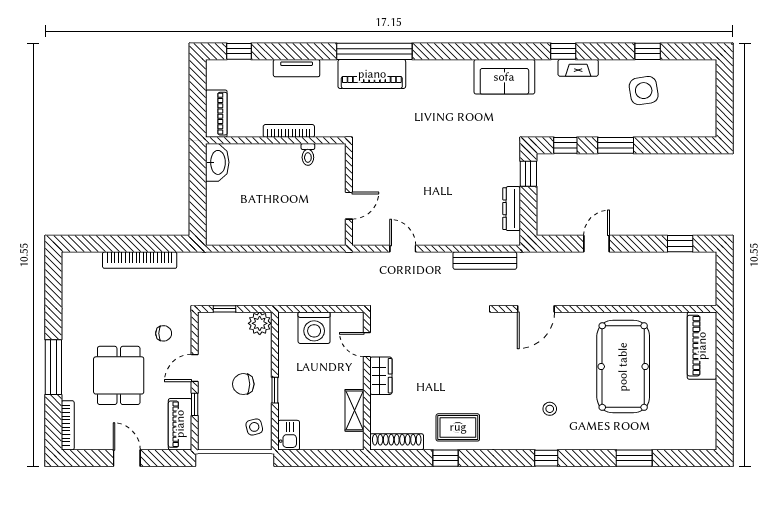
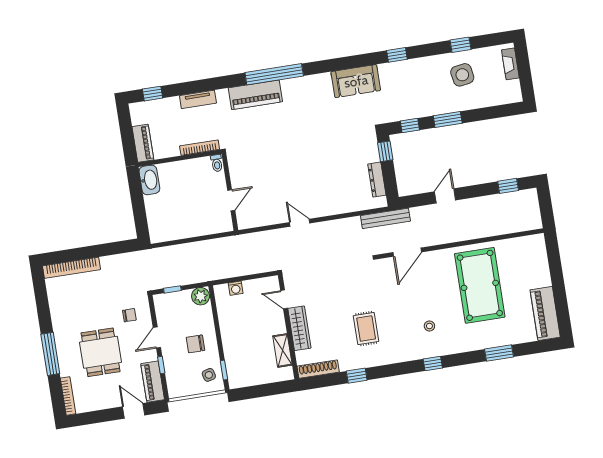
window: (374, 51) -> (274, 74), moved
fireplace: (578, 68) -> (510, 64), moved, turned 90
wall: (349, 195) -> (230, 192), moved
door: (349, 206) -> (231, 200), moved
bookcase: (140, 260) -> (71, 268), moved
bench: (485, 261) -> (385, 218), moved
washing machine: (314, 328) -> (236, 288), width x0.53, depth x0.53
piano: (702, 346) -> (545, 313), moved
wardrobe: (381, 376) -> (299, 328), width x1.50
window: (275, 390) -> (224, 370), moved
rug: (458, 427) -> (366, 329), moved, turned 90
kitchen sink: (289, 435) -> (236, 377), removed
door: (127, 458) -> (134, 411), moved

